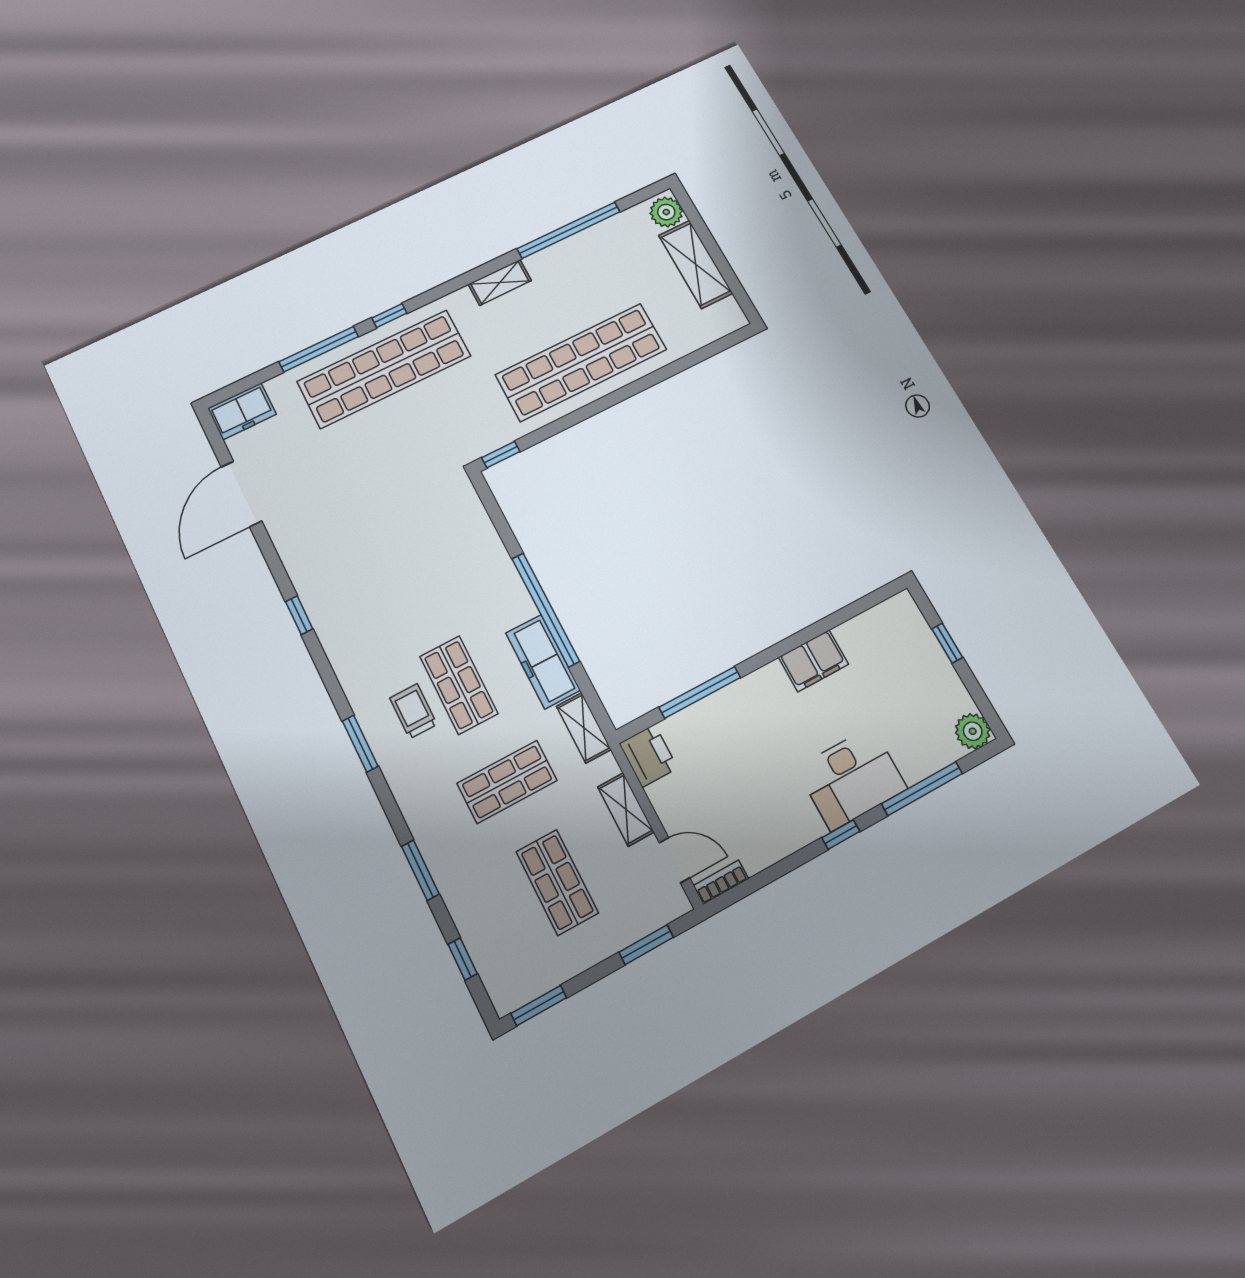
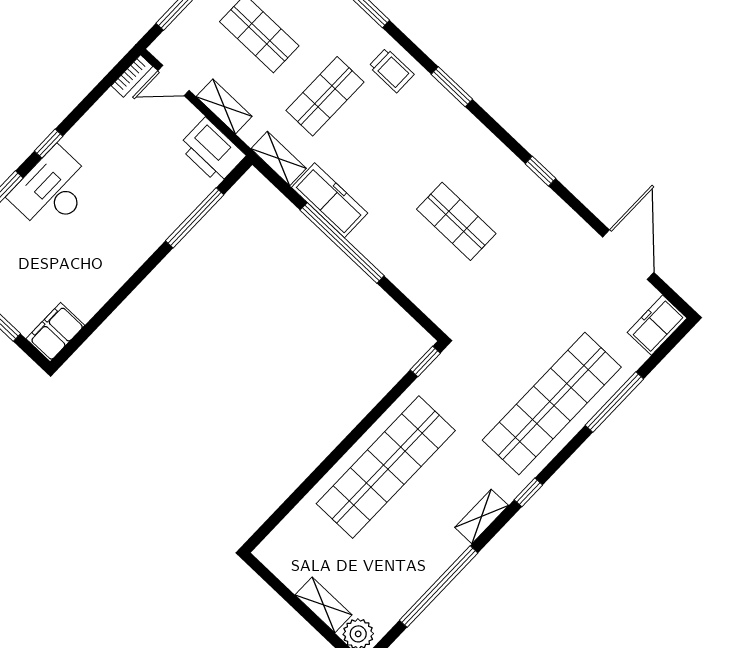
shelving: (696, 264) -> (323, 605), width x0.67, depth x0.75
window: (389, 316) -> (528, 492), moved
filing cabinet: (813, 661) -> (55, 332), moved
shop shelf: (459, 685) -> (456, 221), moved
trolley: (413, 711) -> (391, 70), moved
printer: (648, 756) -> (212, 151), width x1.37, depth x1.19

